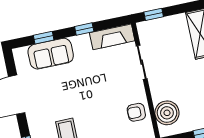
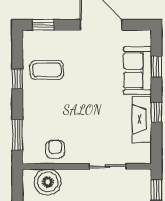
fireplace: (112, 37) -> (142, 119), moved

